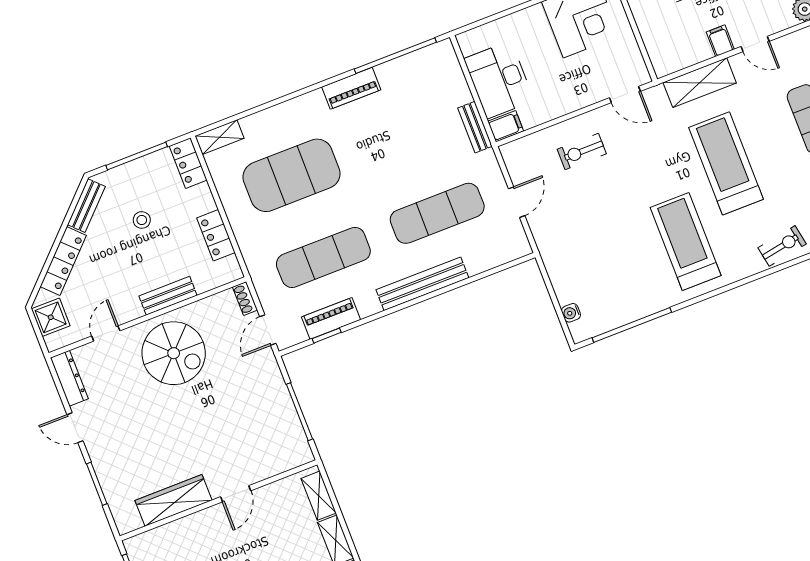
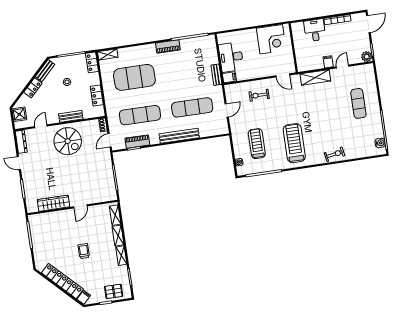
door: (755, 44) -> (342, 66), swing flipped
treadmill: (726, 163) -> (257, 144), moved, width x0.73, depth x0.73
locker: (63, 261) -> (33, 88), width x0.66

